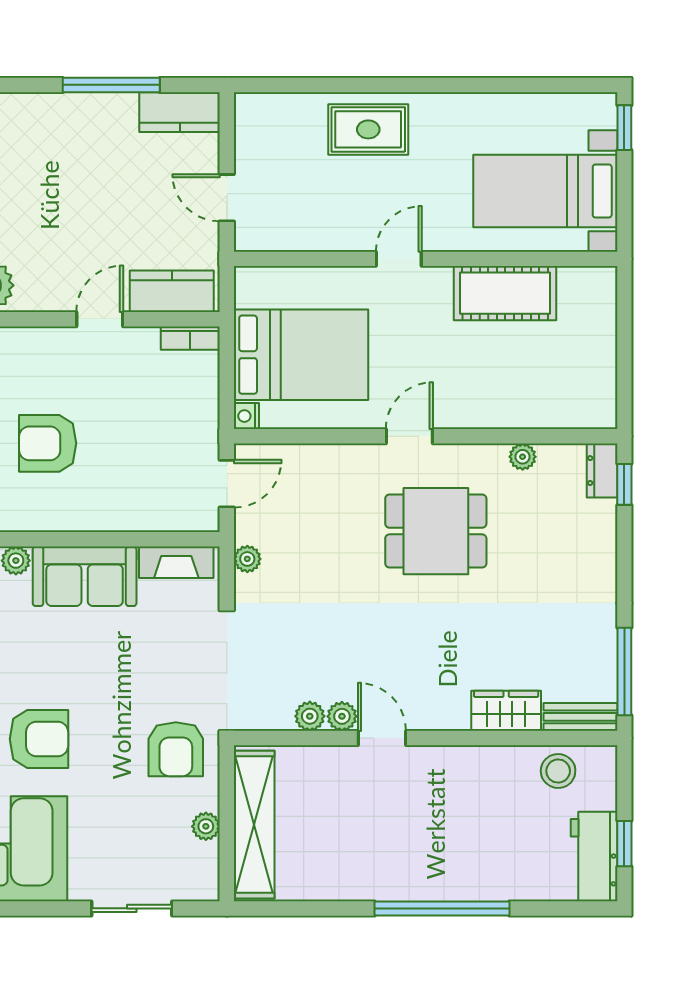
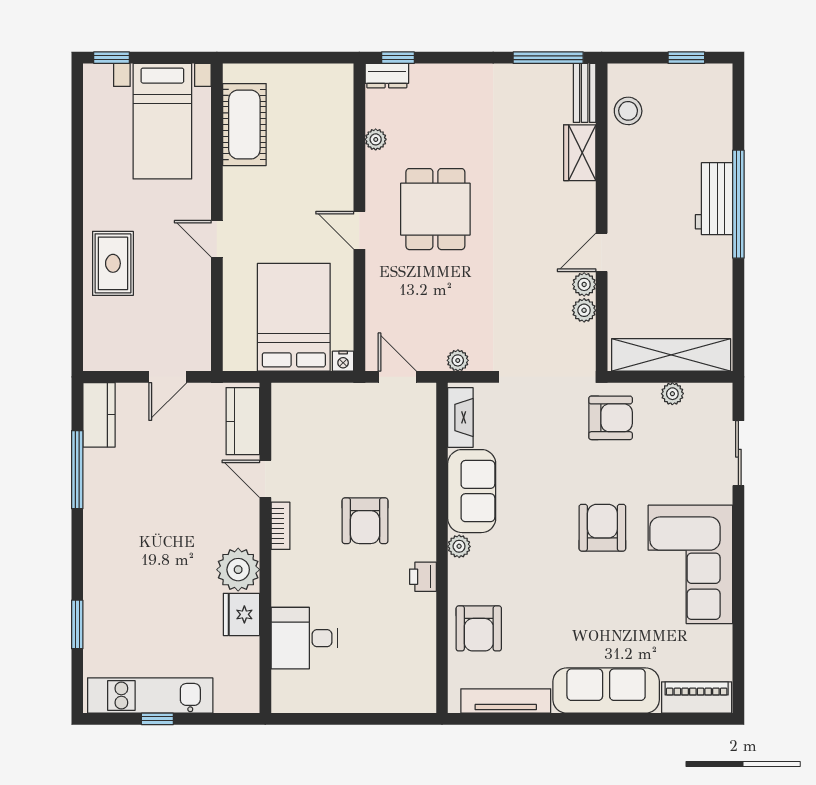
cot: (505, 293) -> (244, 125), moved
bookcase: (190, 338) -> (280, 526), moved
workbench: (594, 856) -> (714, 199), moved, turned 90

